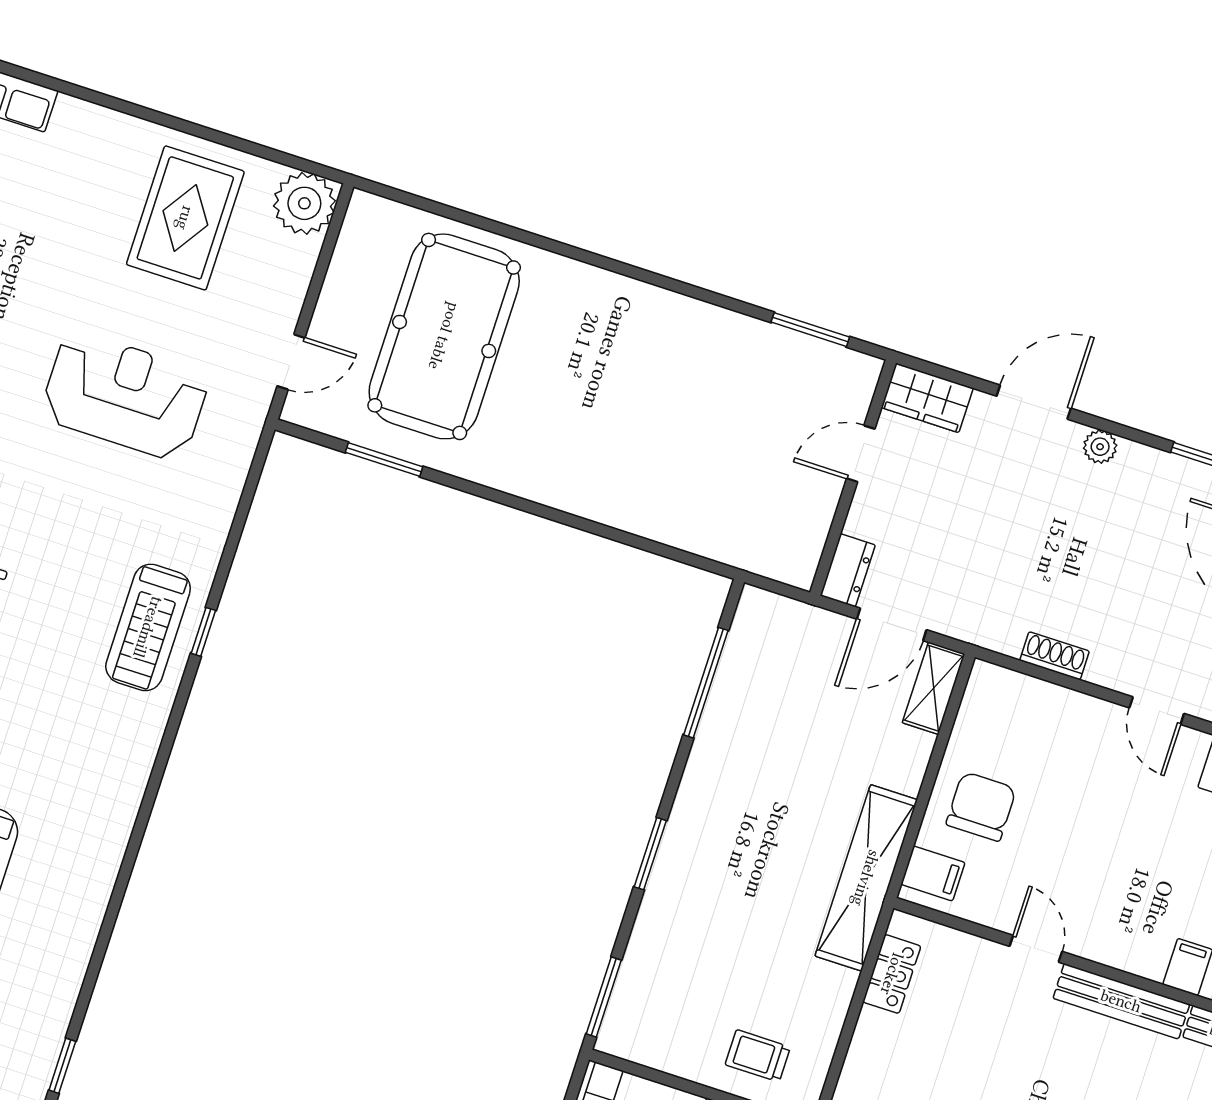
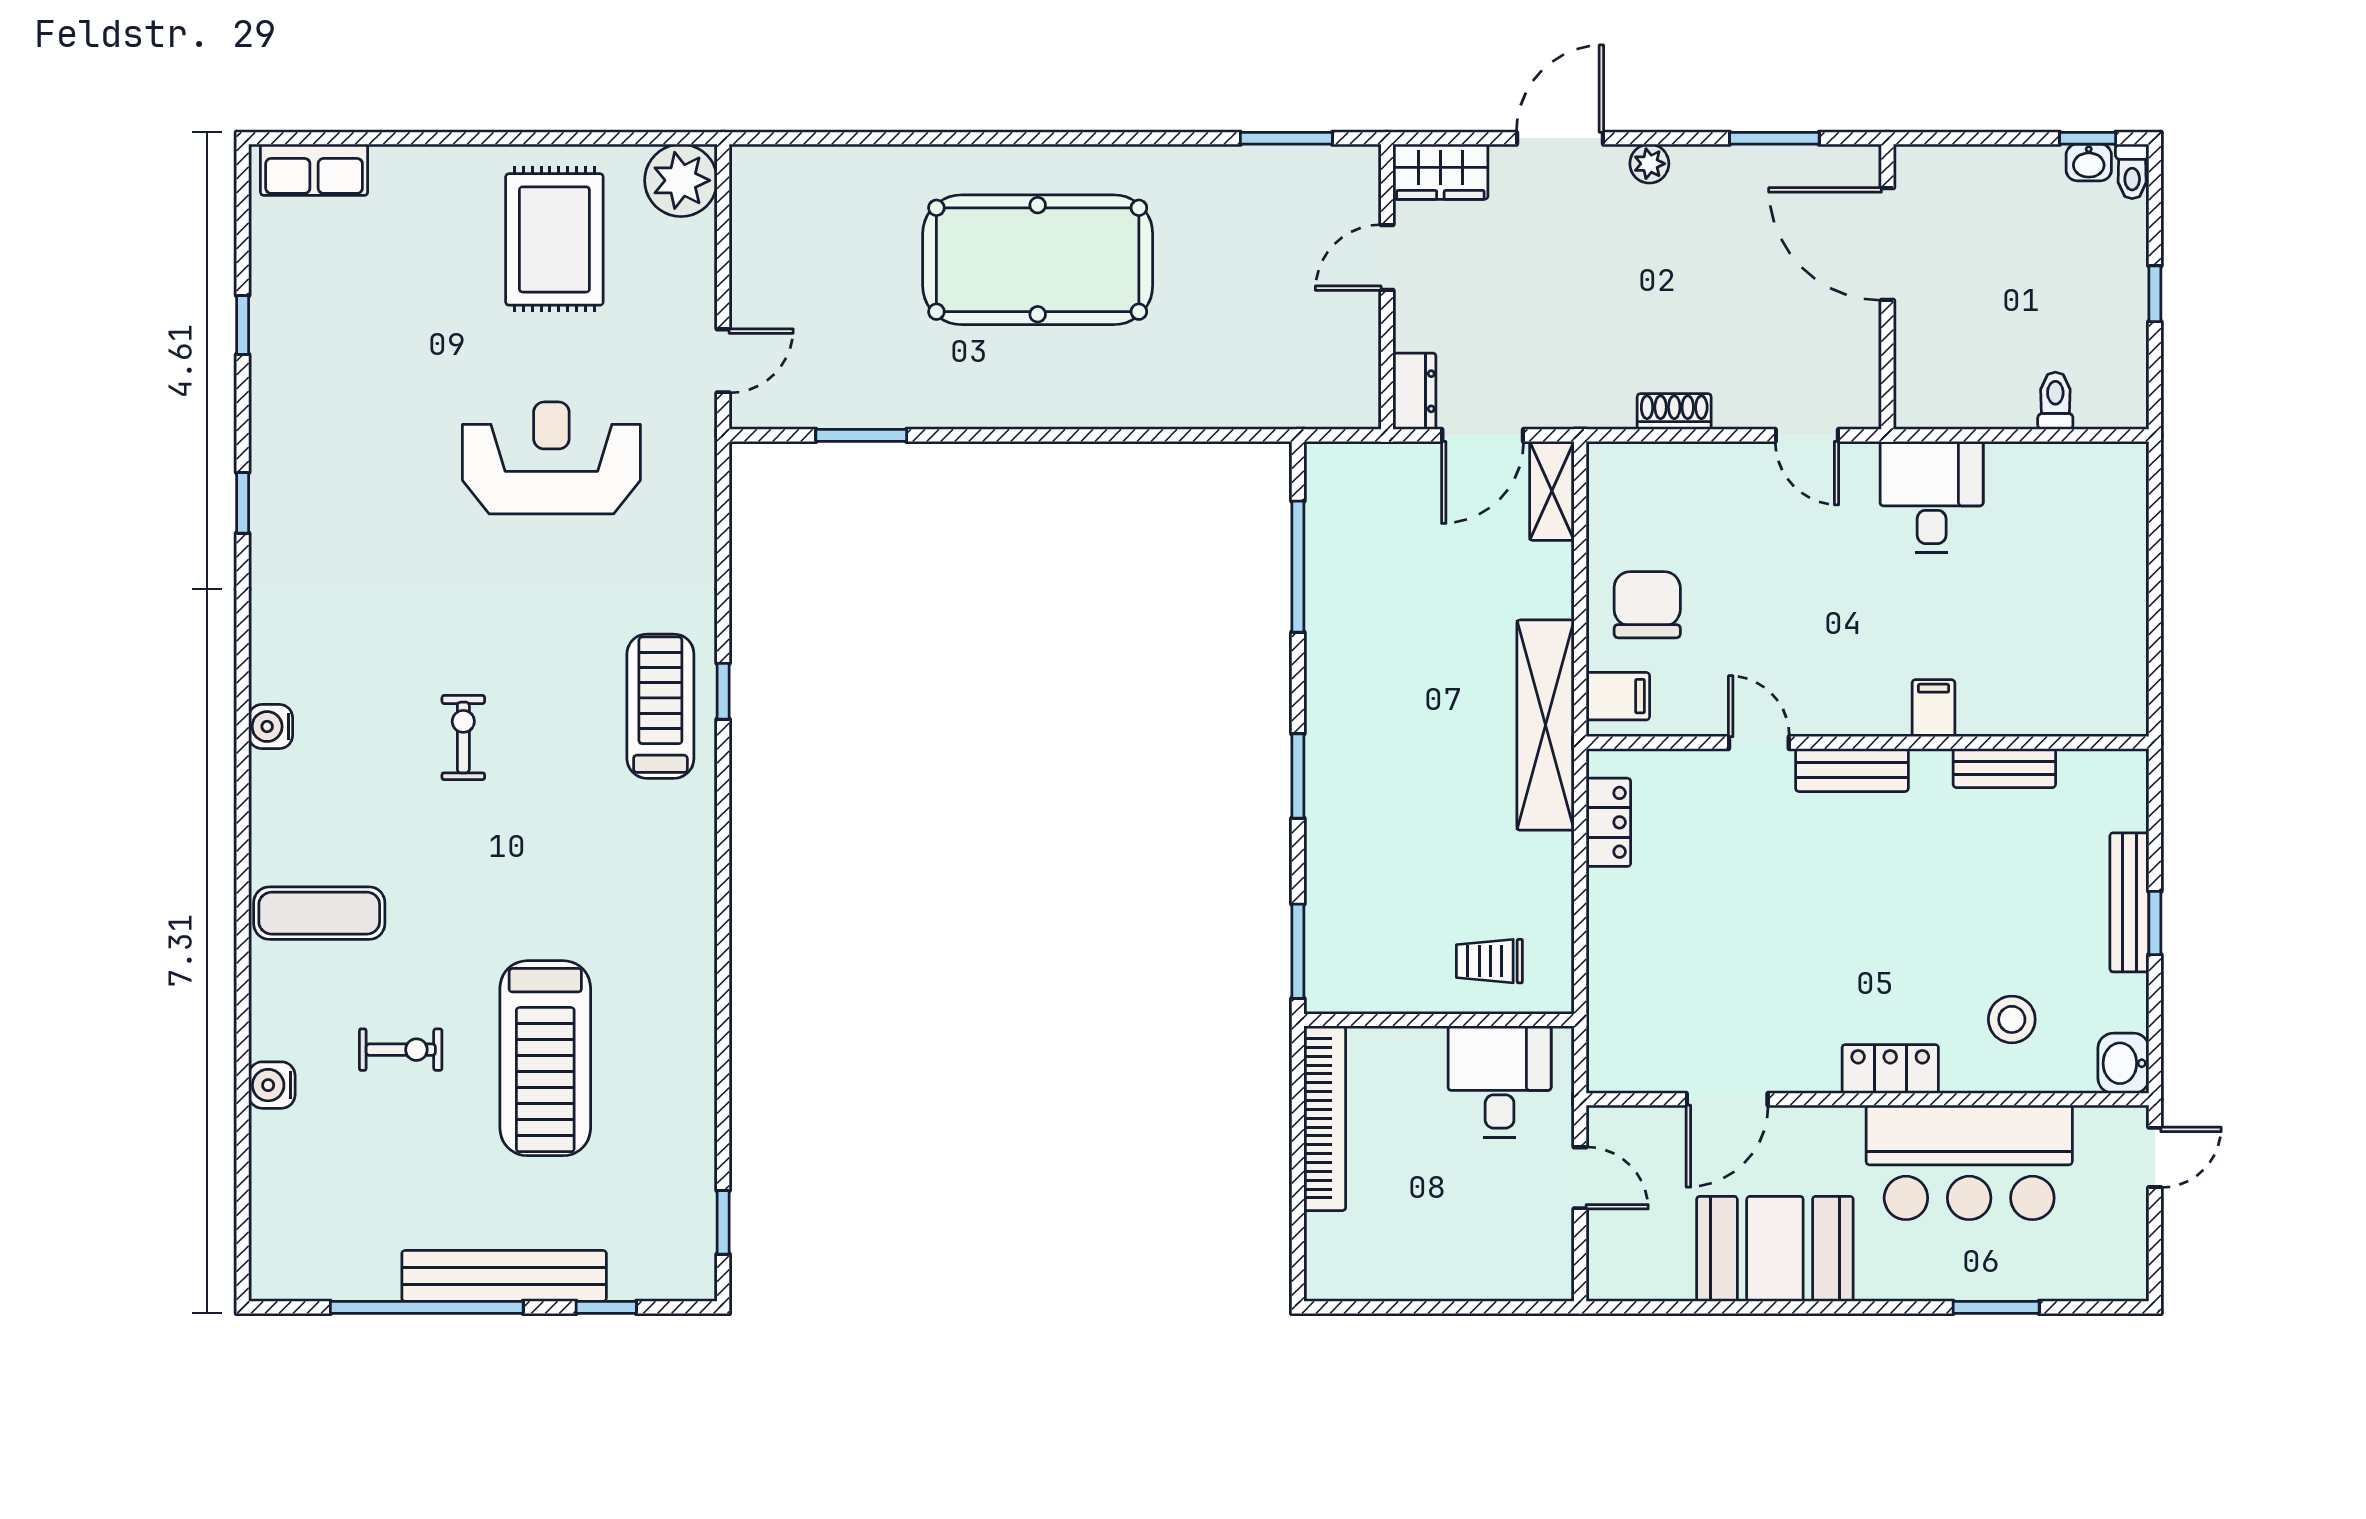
pool table: (444, 336) -> (1038, 260), moved, turned 90
treadmill: (148, 627) -> (660, 706), turned 180
bench: (1121, 1001) -> (1852, 770), width x0.73

